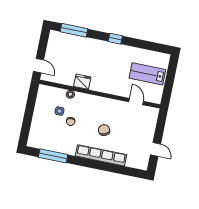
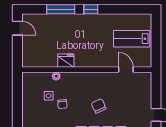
window: (74, 30) -> (61, 9), moved
door: (39, 66) -> (17, 28), moved

